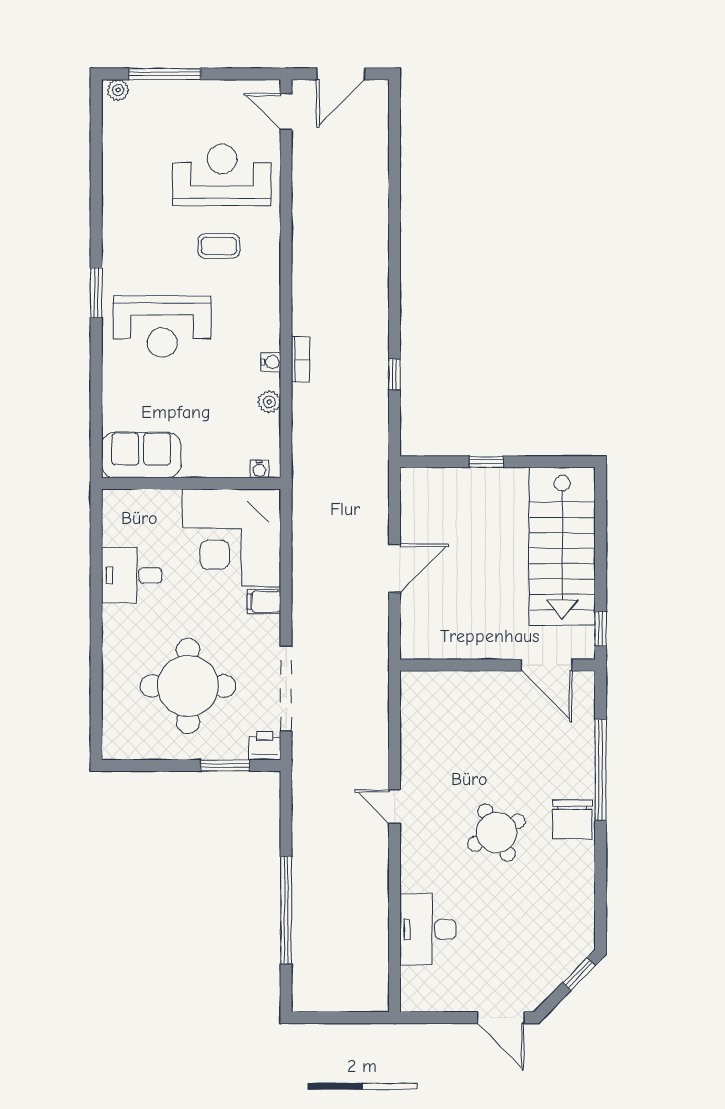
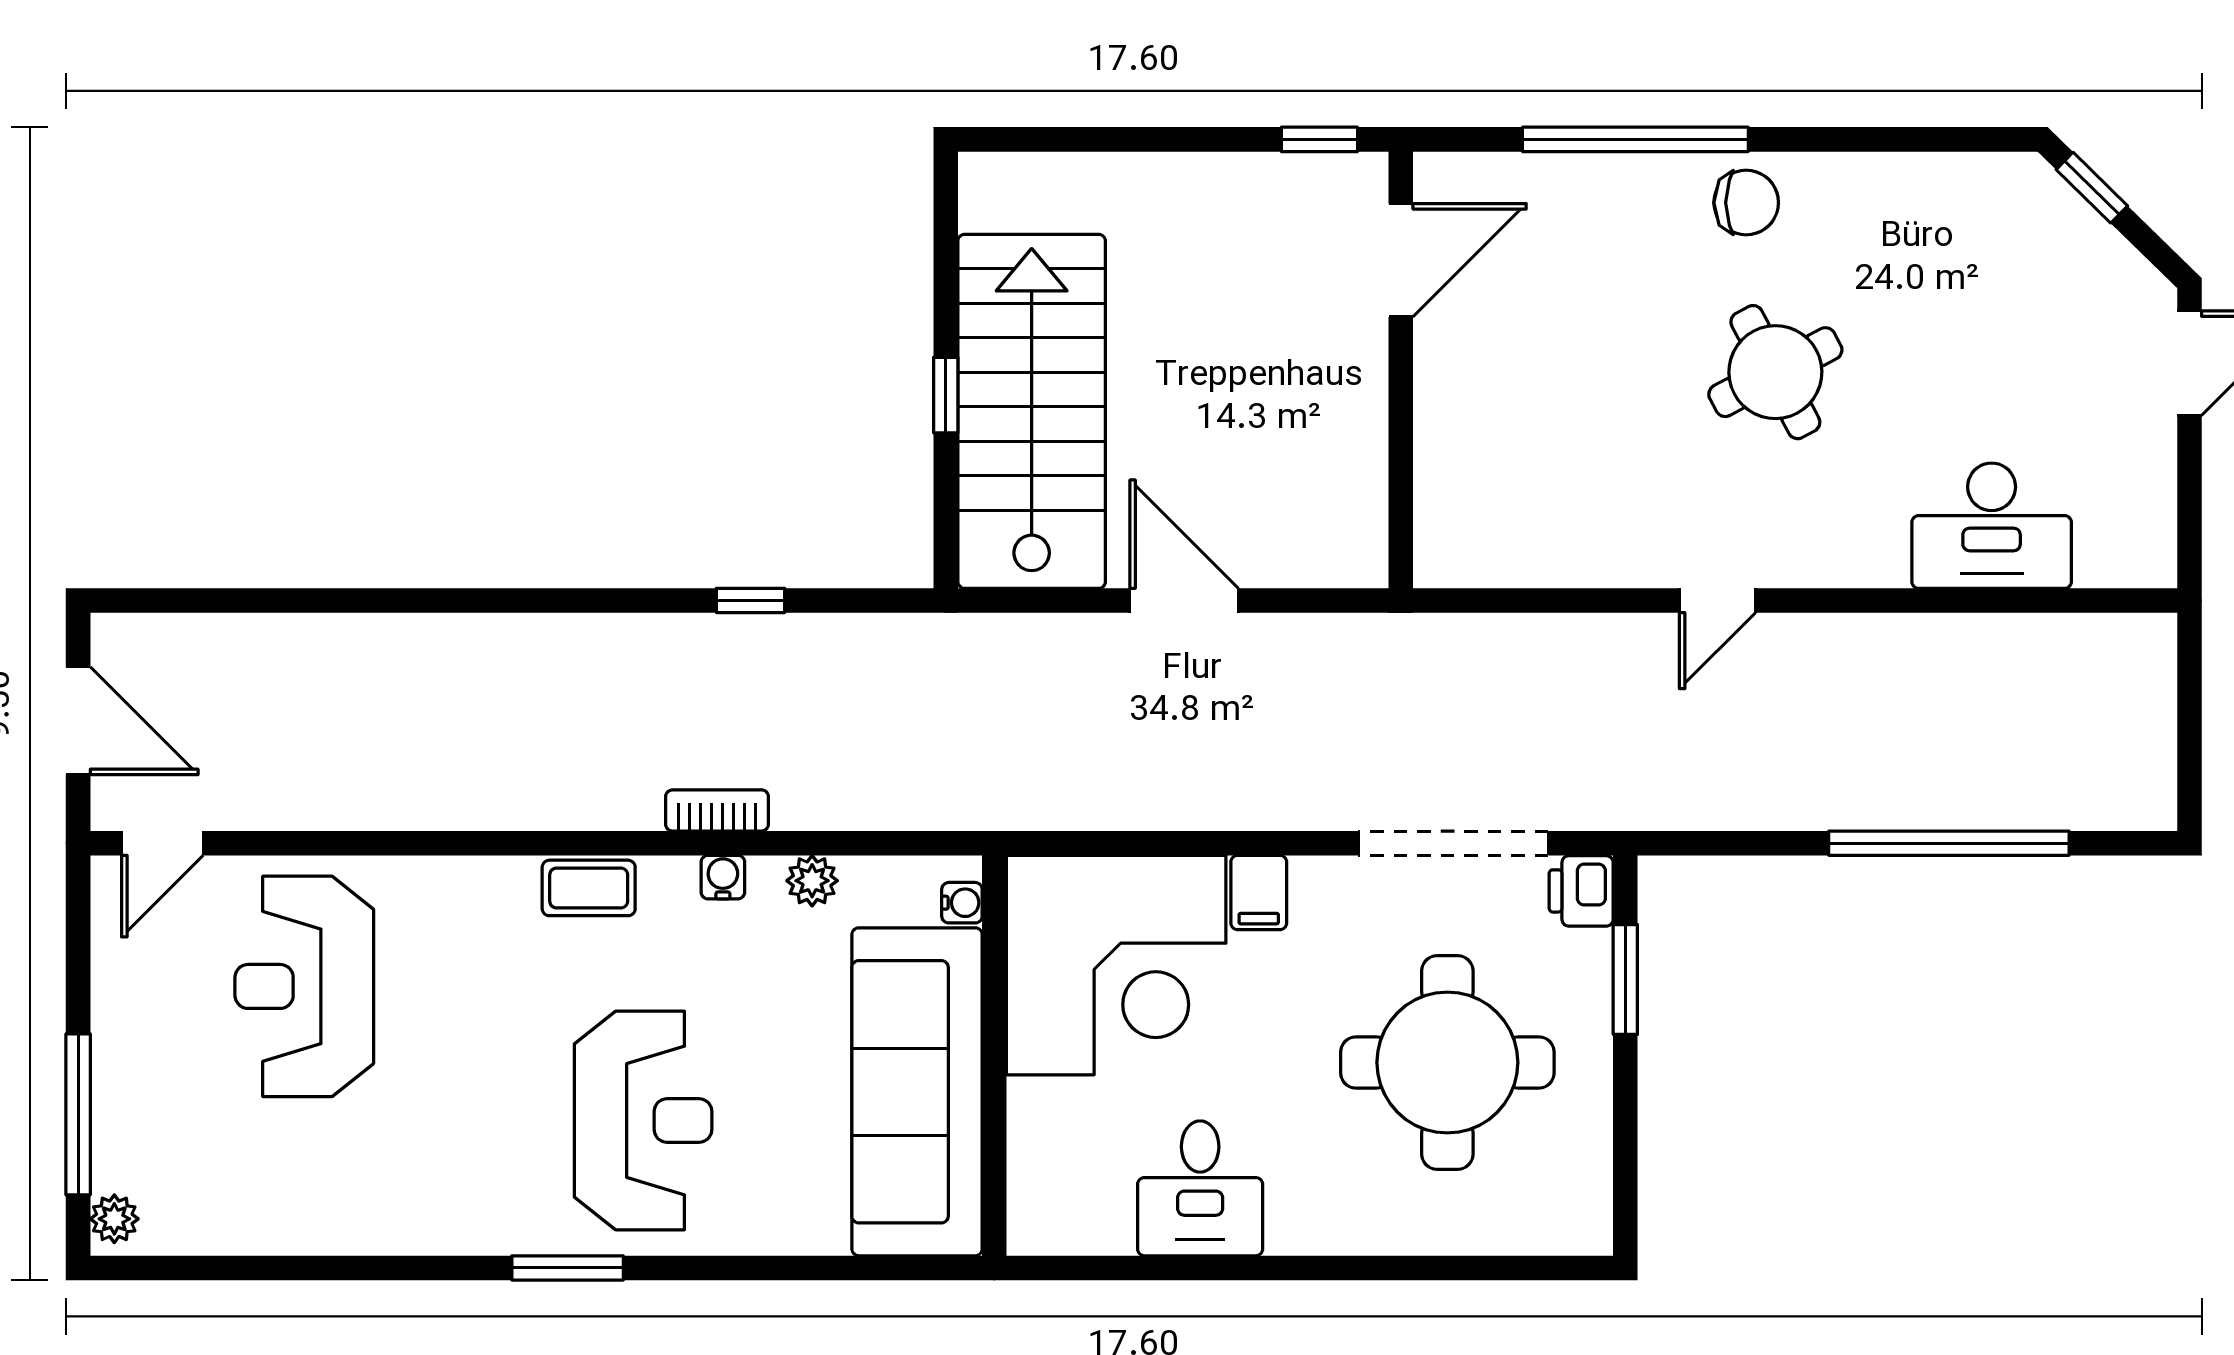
coffee table: (219, 246) -> (589, 888), moved, turned 90
sofa: (141, 455) -> (917, 1092), width x1.85, depth x1.27
stairs: (562, 546) -> (1032, 411), moved, turned -90
chair: (572, 820) -> (1746, 203), width x0.73, depth x0.73

